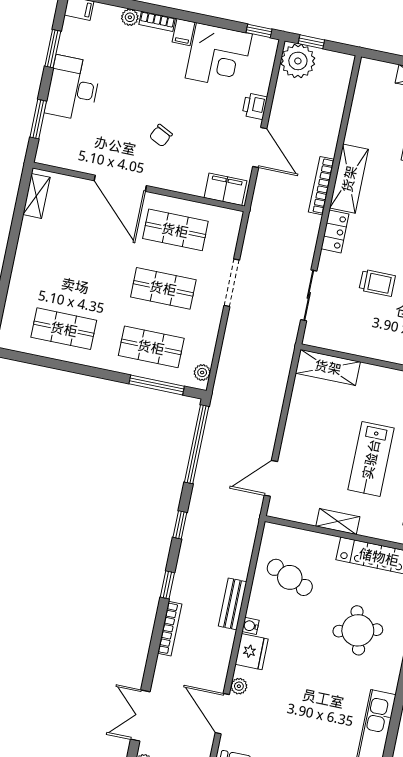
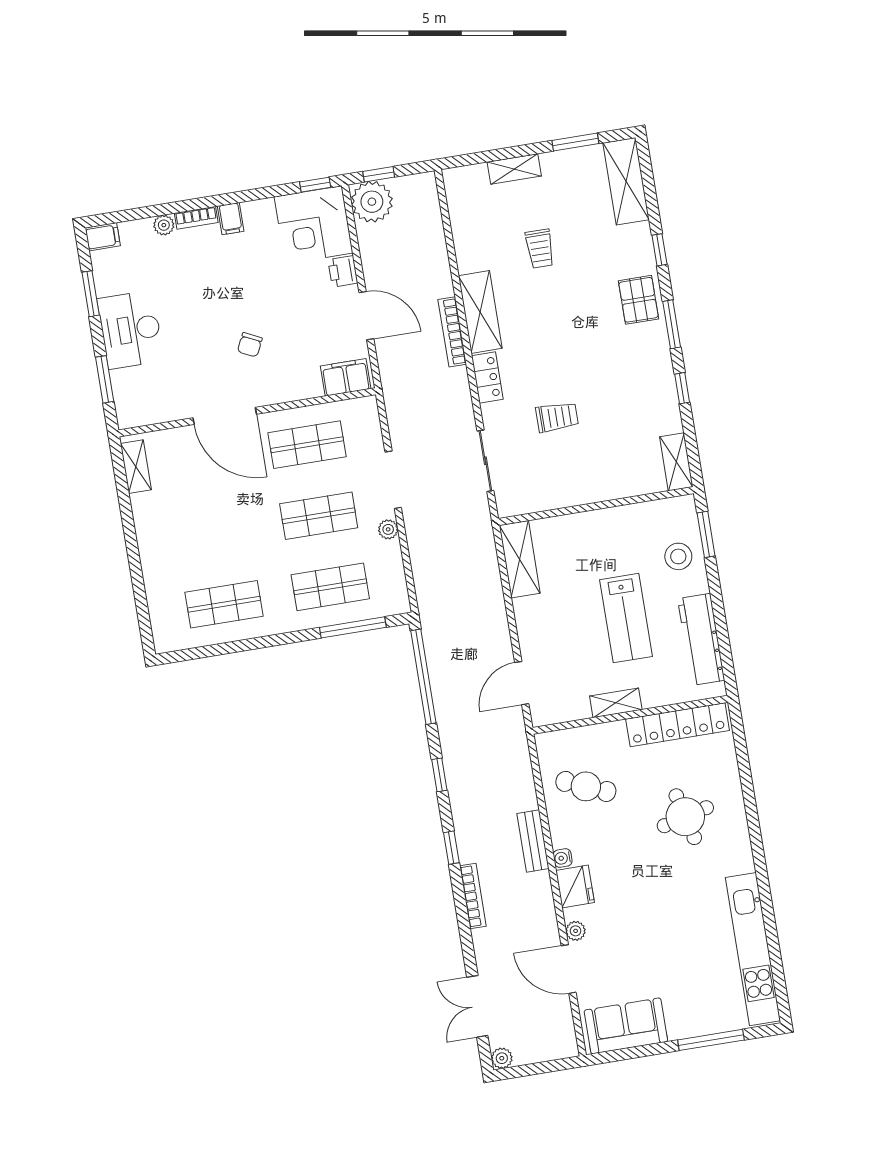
corner desk: (219, 56) -> (314, 225), moved, turned 90
shelving: (328, 367) -> (520, 559), moved, turned 90
plant: (202, 372) -> (388, 529), moved

